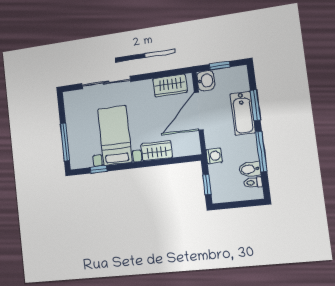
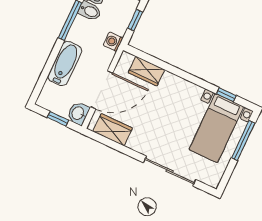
window: (255, 105) -> (50, 64), removed
bed with nightstands: (115, 135) -> (216, 128), moved
wardrobe: (157, 151) -> (146, 71), moved

